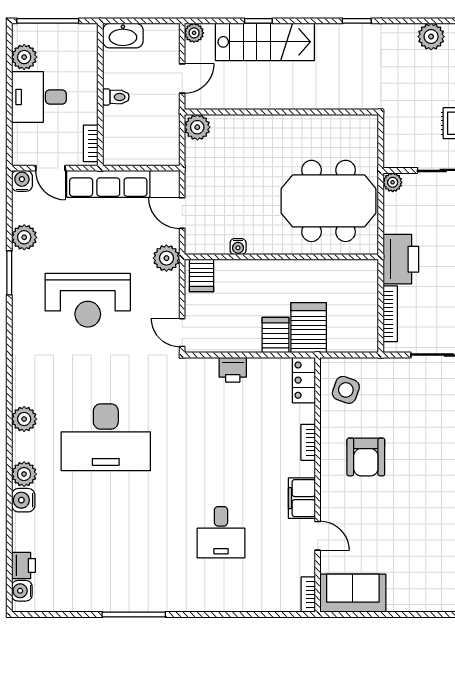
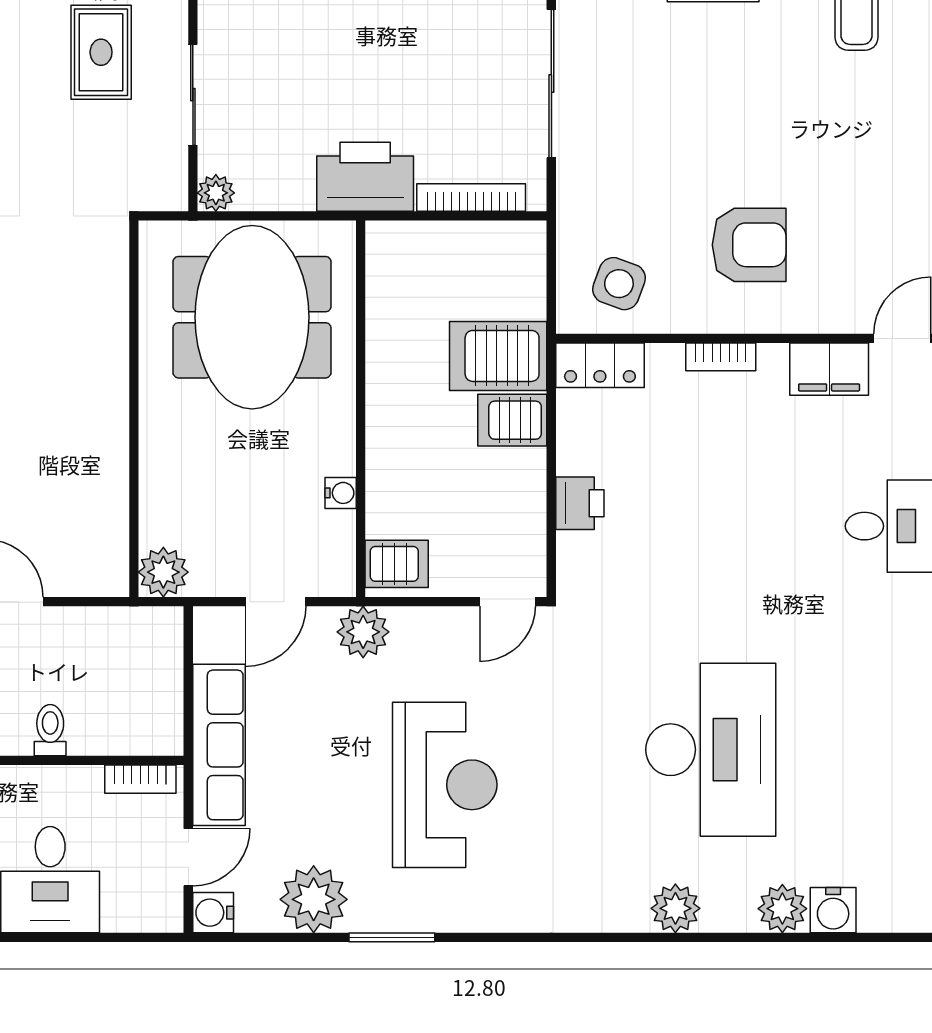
wall: (281, 112) -> (134, 409), moved
plant: (197, 127) -> (163, 572), moved
plant: (24, 237) -> (314, 899), width x1.36, depth x1.36

